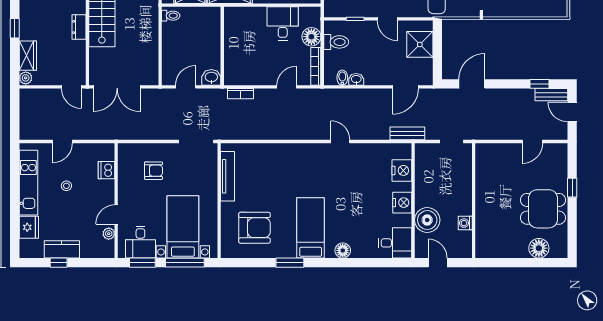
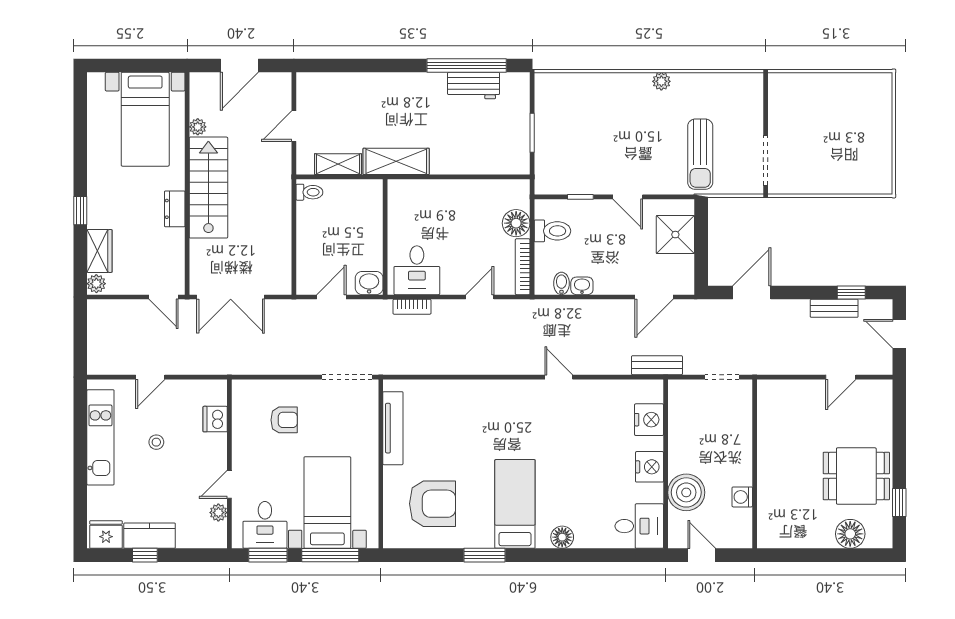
desk: (283, 23) -> (417, 270), moved, turned 180
bench: (551, 95) -> (834, 308), moved
window: (572, 188) -> (899, 503), moved
fridge: (29, 227) -> (106, 534), moved, turned -90

